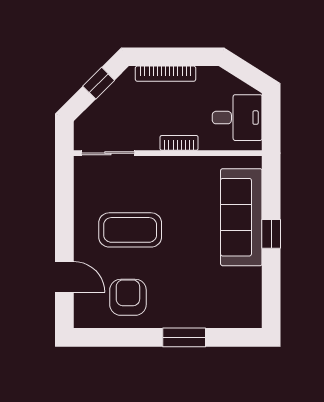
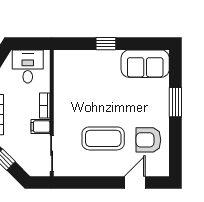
filing cabinet: (148, 136) -> (40, 127), added
sofa: (241, 217) -> (145, 64), moved, width x0.73
coffee table: (130, 230) -> (103, 138), turned 90

